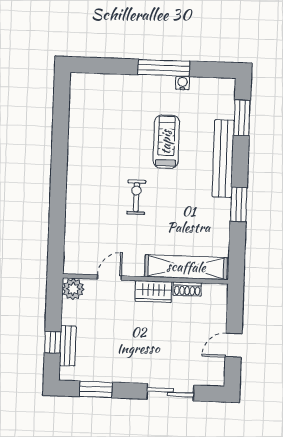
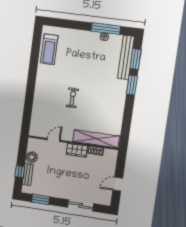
window: (164, 68) -> (106, 29), moved
treadmill: (166, 142) -> (49, 49), moved, turned 180
bench: (223, 159) -> (126, 57), moved
window: (239, 204) -> (132, 85), moved
plant: (73, 289) -> (32, 157), moved

